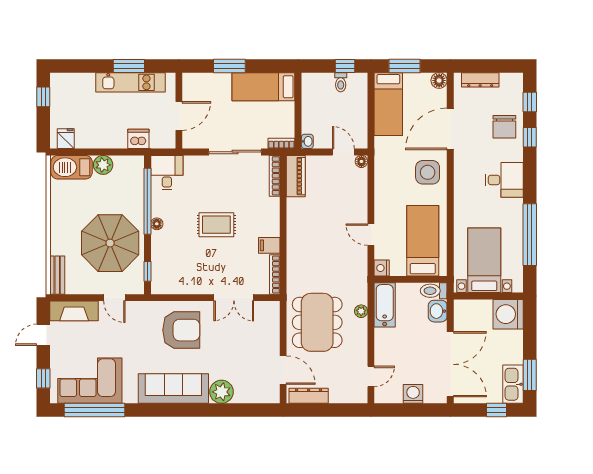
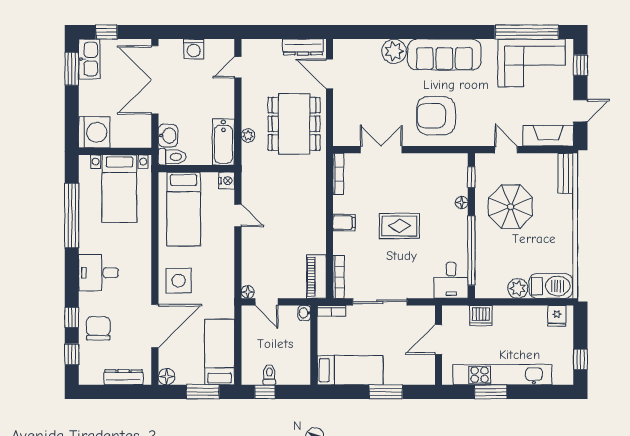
kitchen unit: (130, 82) -> (502, 375), width x1.36
floor lamp: (157, 224) -> (462, 203), moved
parasol: (110, 243) -> (511, 207), width x0.73, depth x0.73
filing cabinet: (269, 245) -> (344, 223), moved

